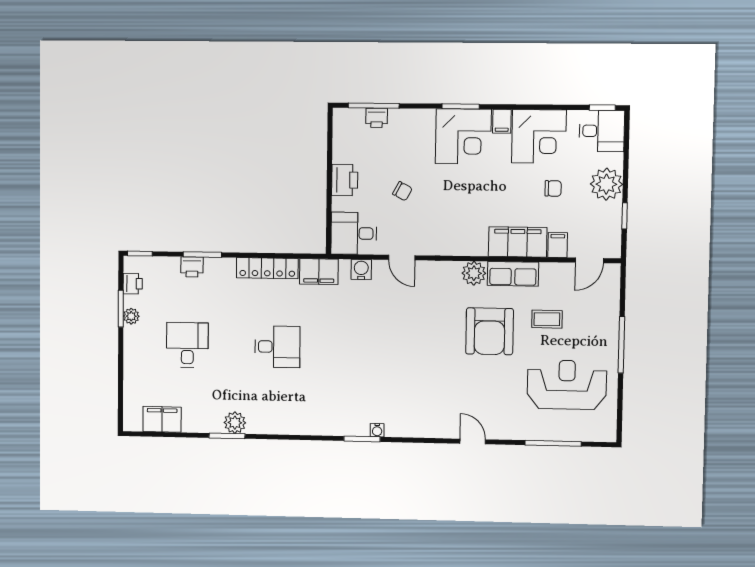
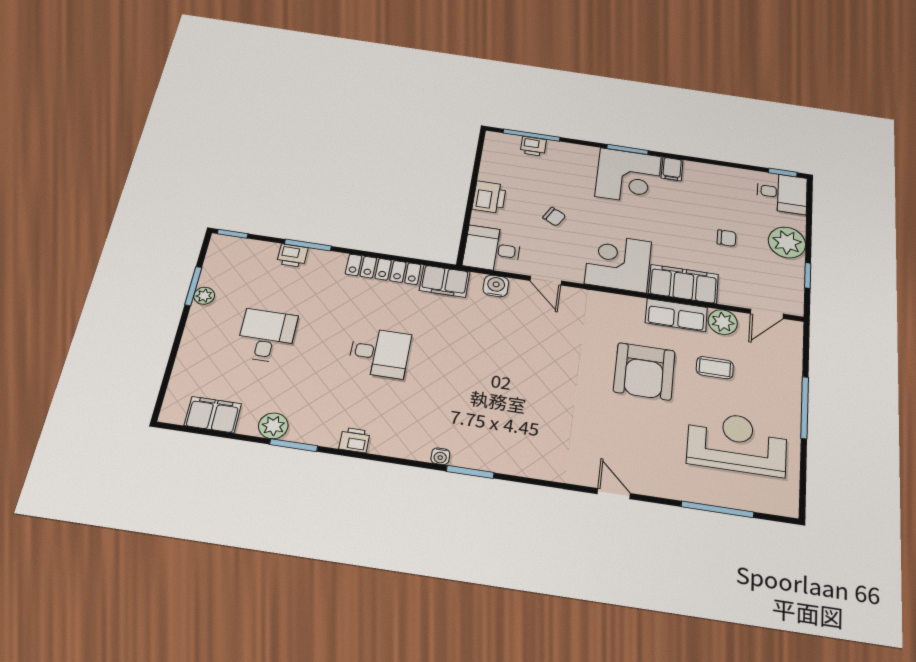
corner desk: (539, 136) -> (618, 263), moved, turned 180
filing cabinet: (558, 245) -> (730, 293), removed
plant: (474, 273) -> (723, 322), moved
printer: (133, 284) -> (355, 440), moved, turned -90
plant: (235, 423) -> (273, 426), moved
water cooler: (377, 430) -> (440, 456), moved

